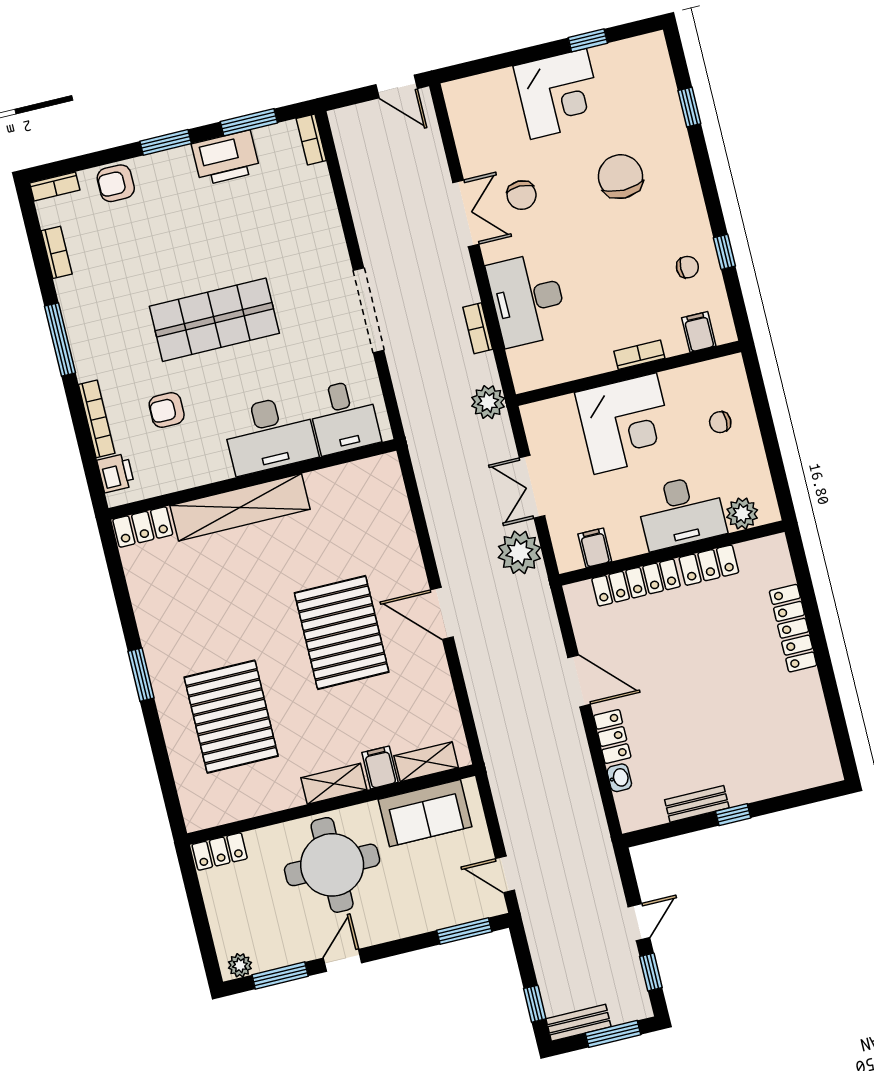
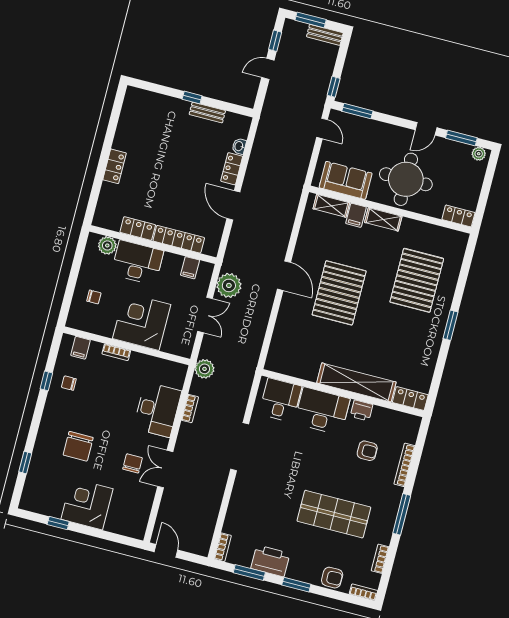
shop shelf: (214, 320) -> (334, 514), moved
printer: (116, 473) -> (361, 410), moved, turned -90
locker: (793, 628) -> (115, 166), width x0.66
window: (535, 1004) -> (334, 87), moved

